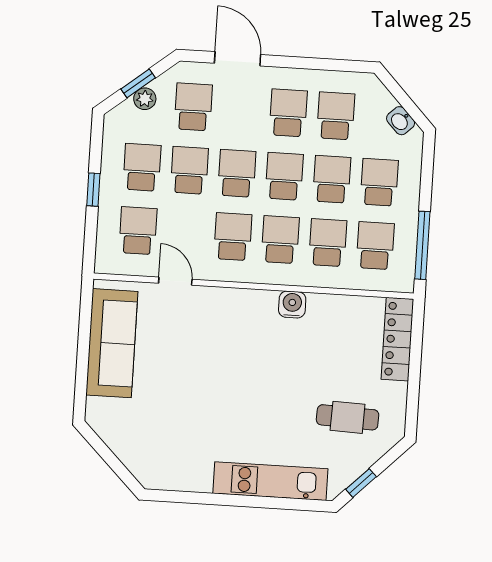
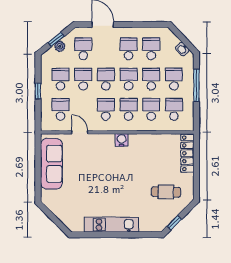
window: (422, 245) -> (196, 85), moved
water cooler: (292, 305) -> (122, 140), moved
kitchen unit: (270, 481) -> (111, 225), moved

